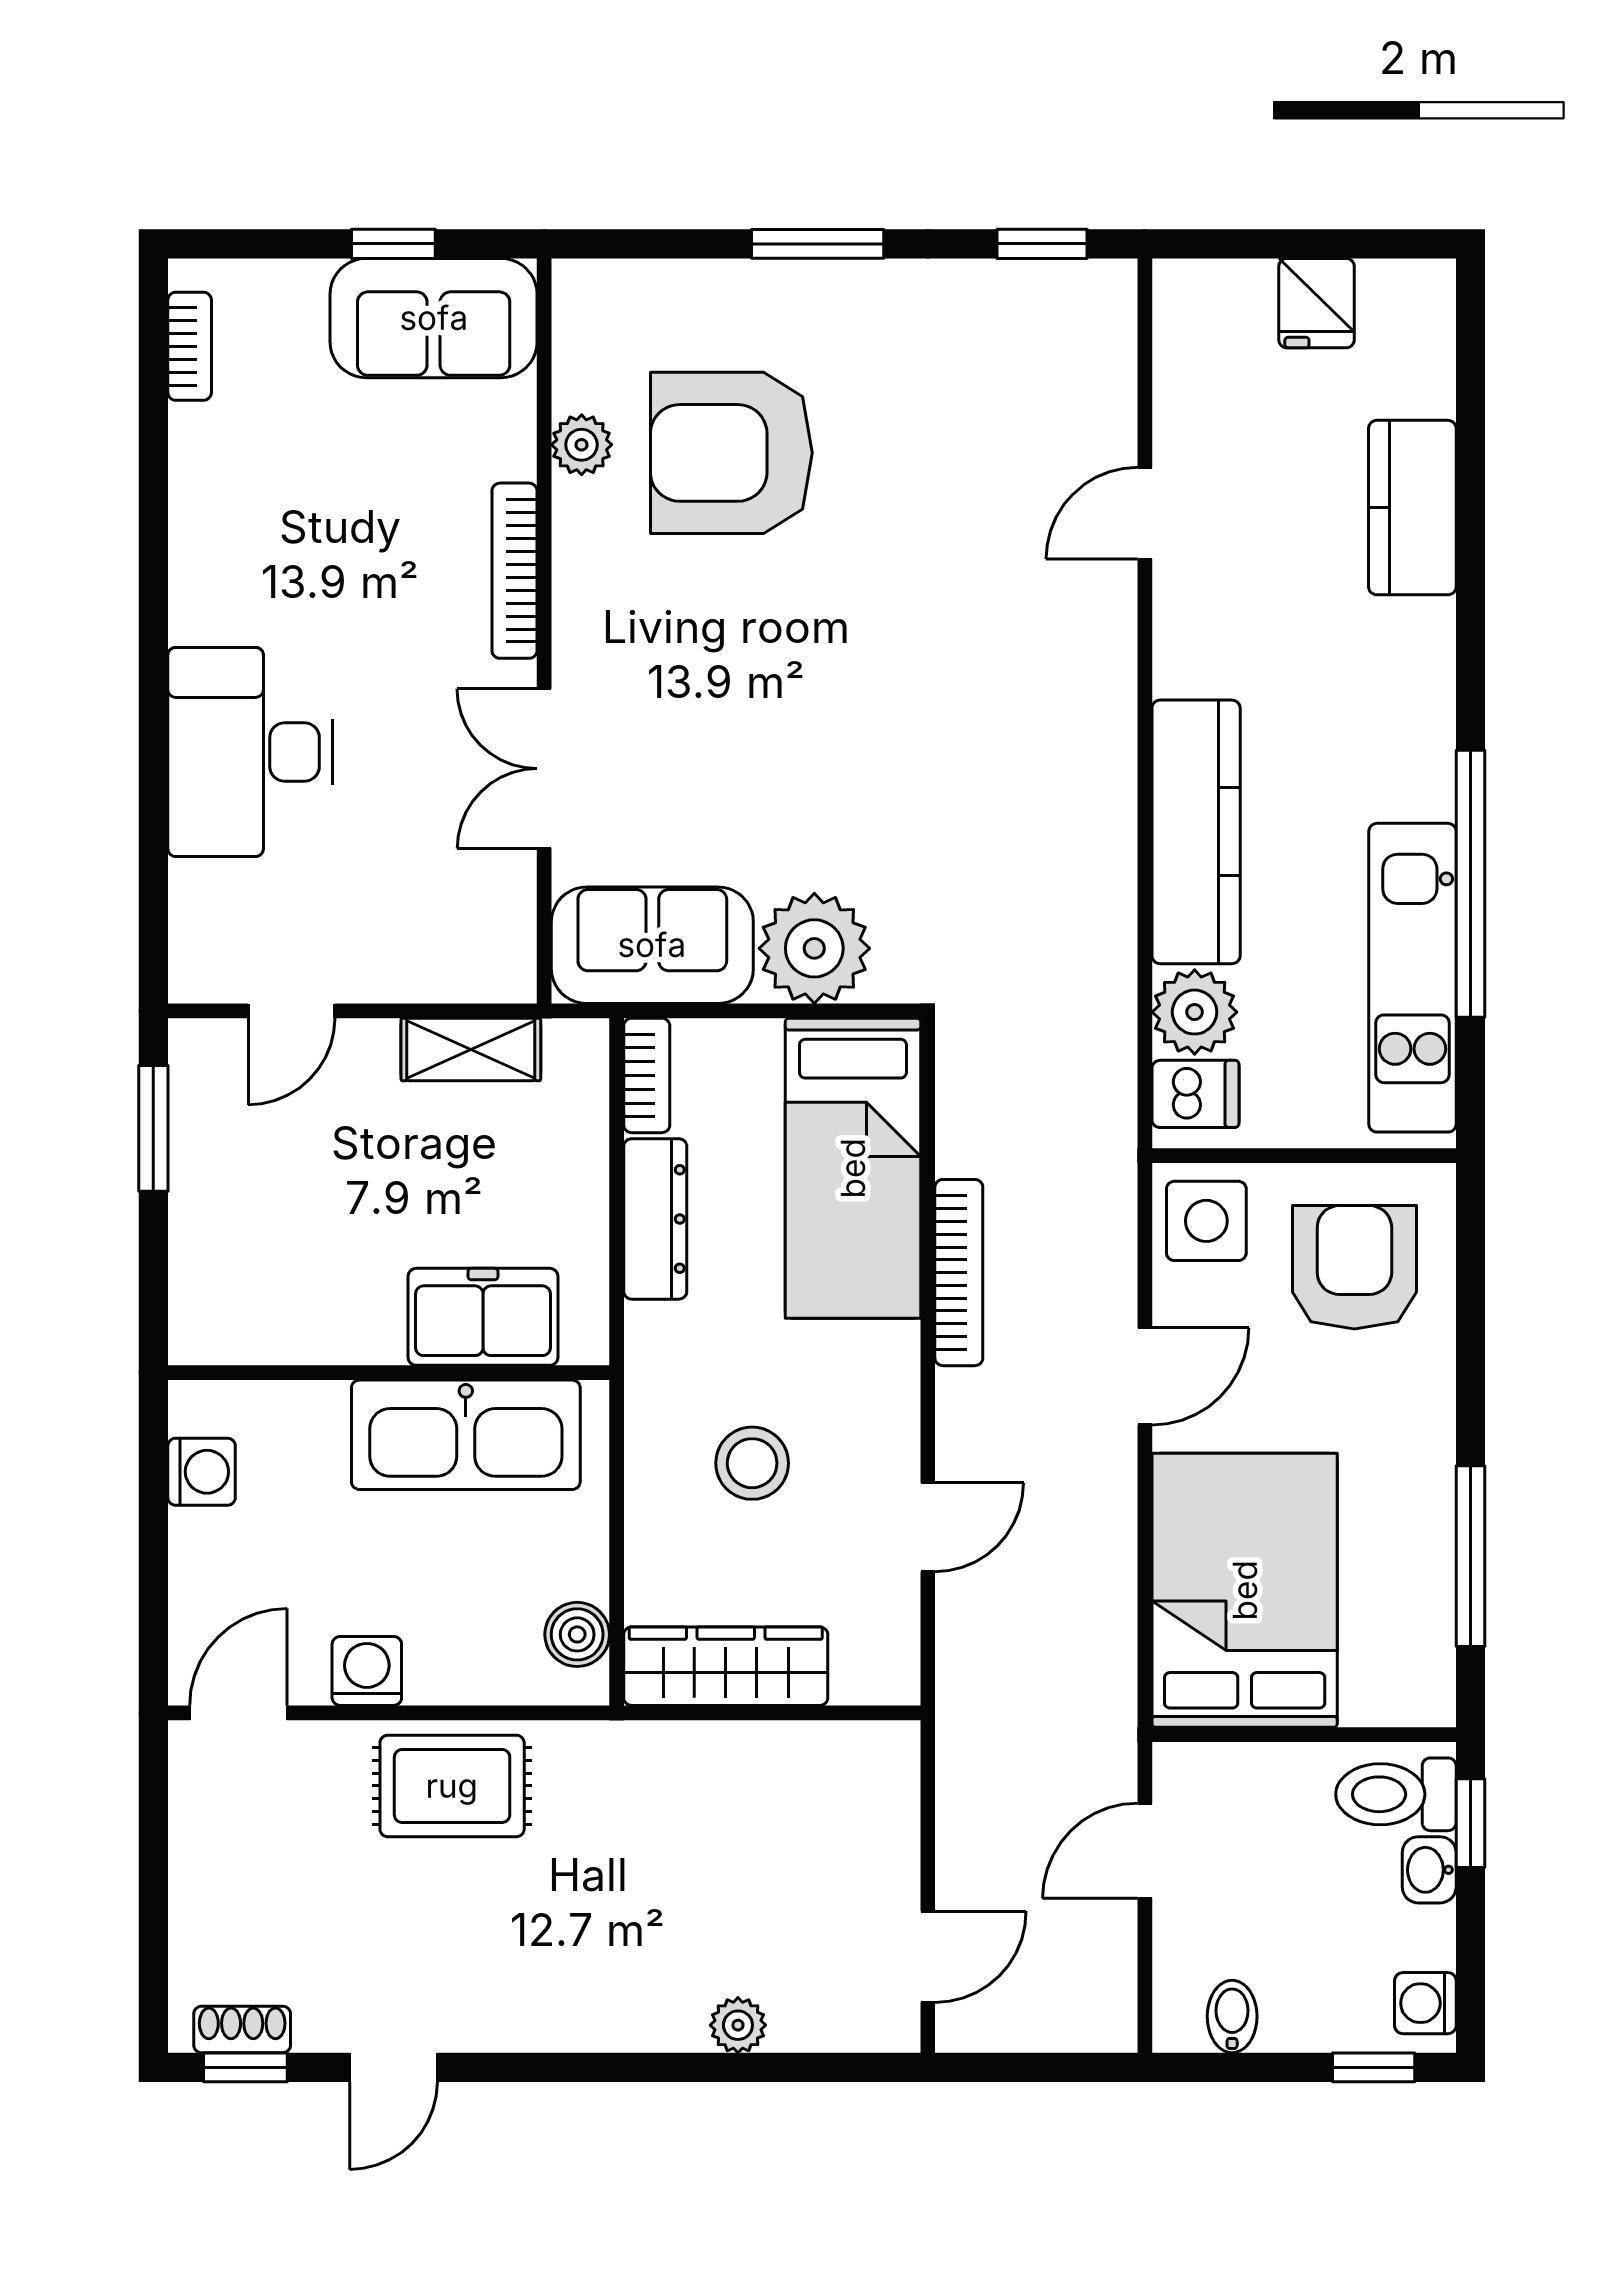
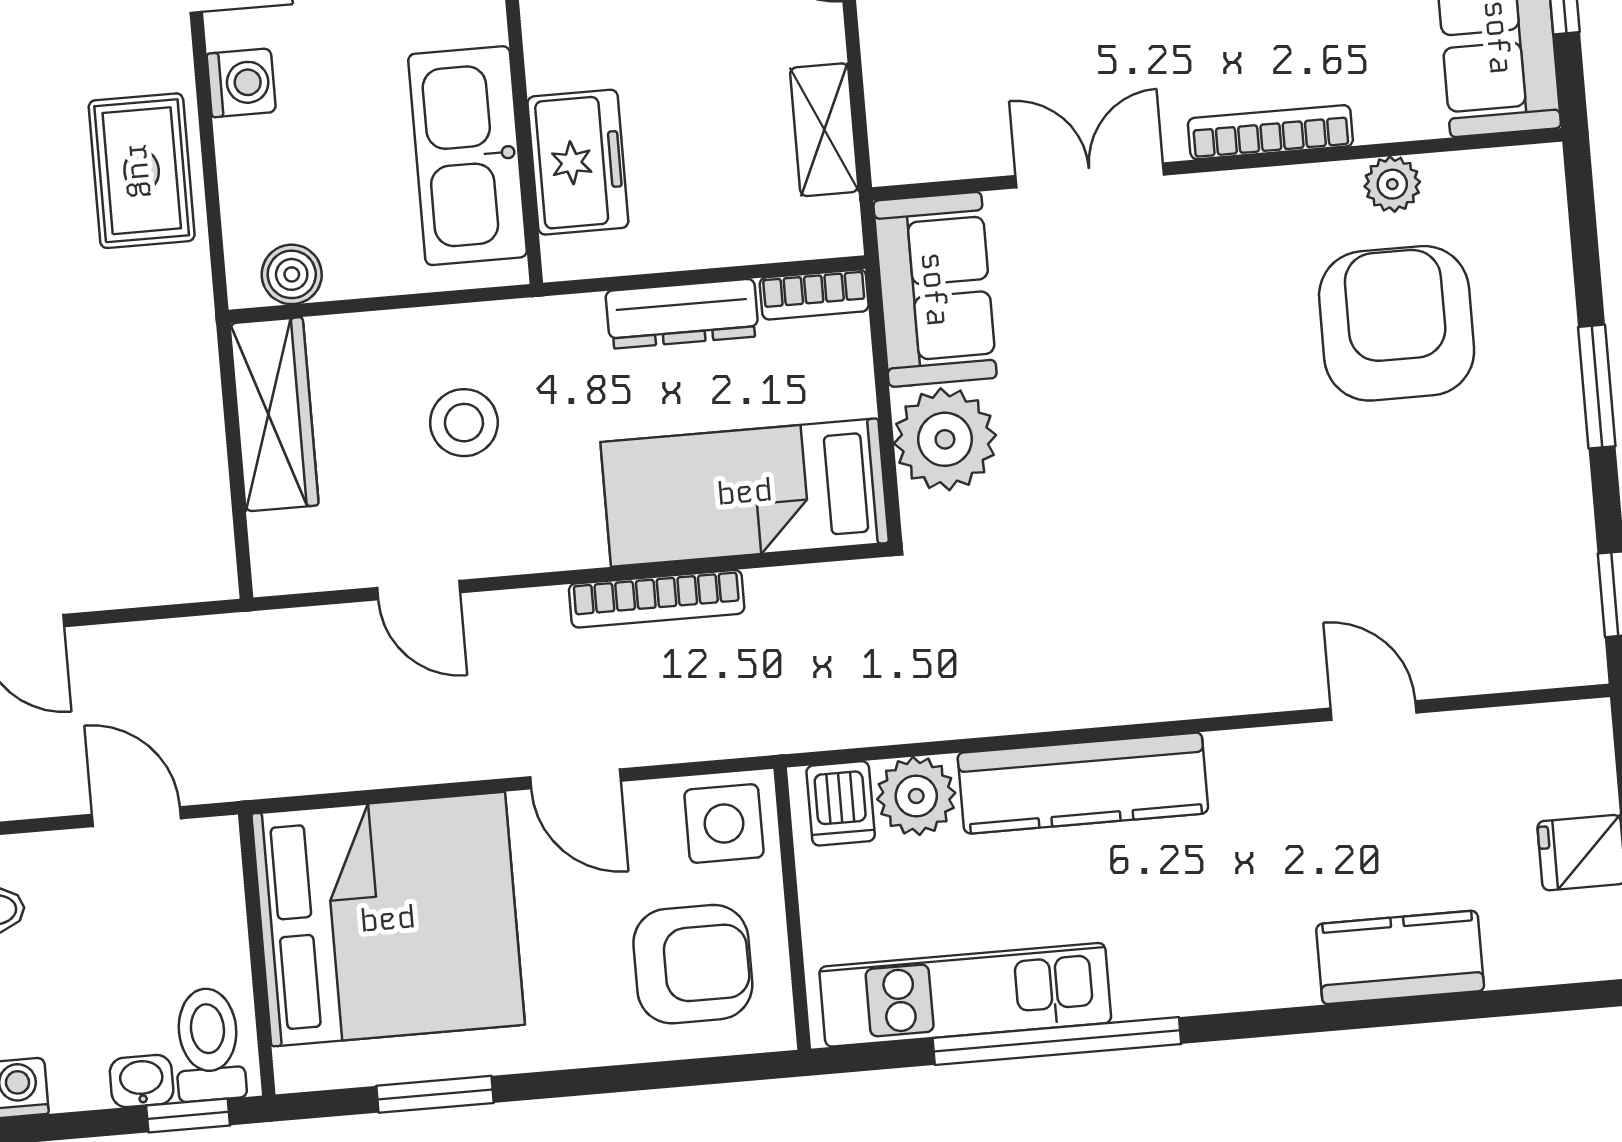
window: (1470, 1556) -> (435, 1094), width x0.69
bed: (1245, 1590) -> (388, 919), width x1.36

